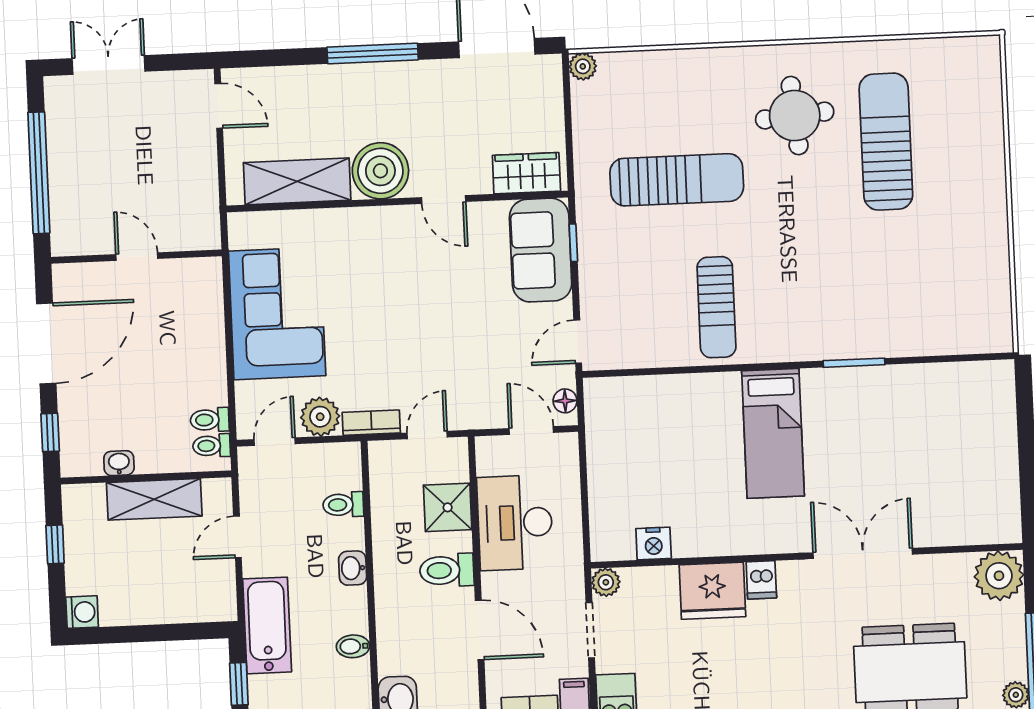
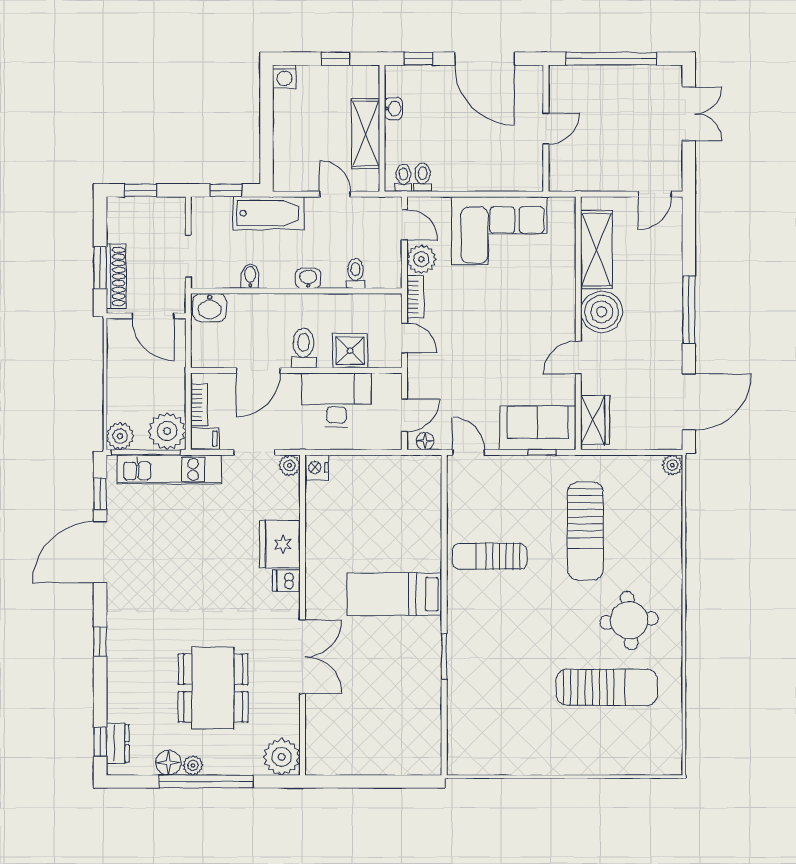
nightstand: (654, 543) -> (317, 468), moved

